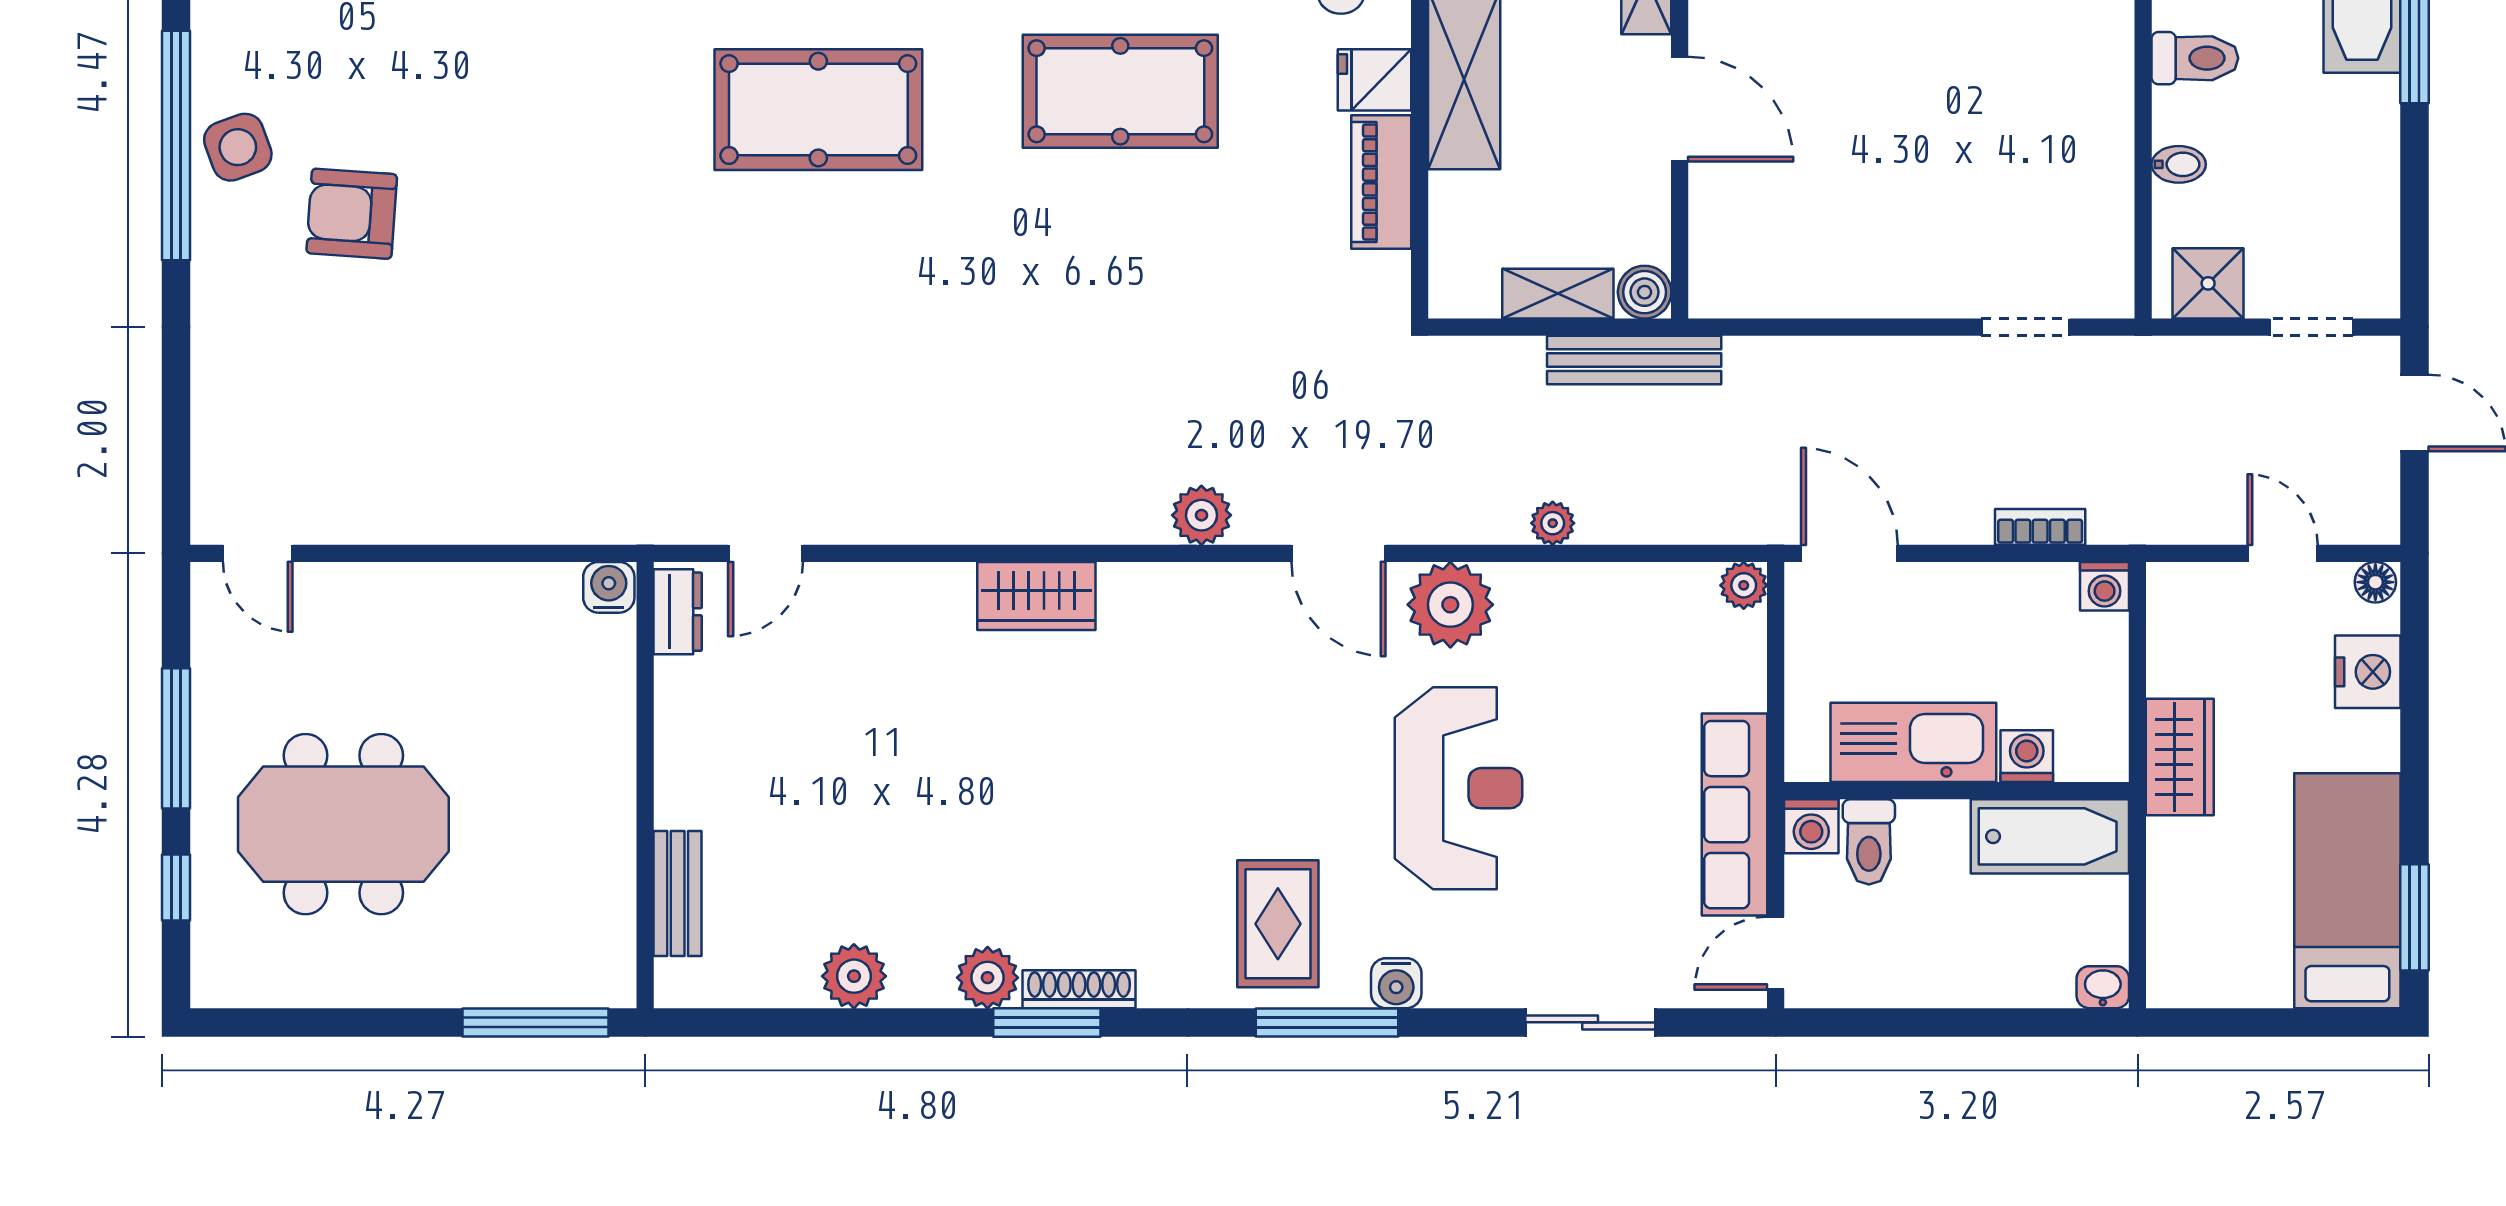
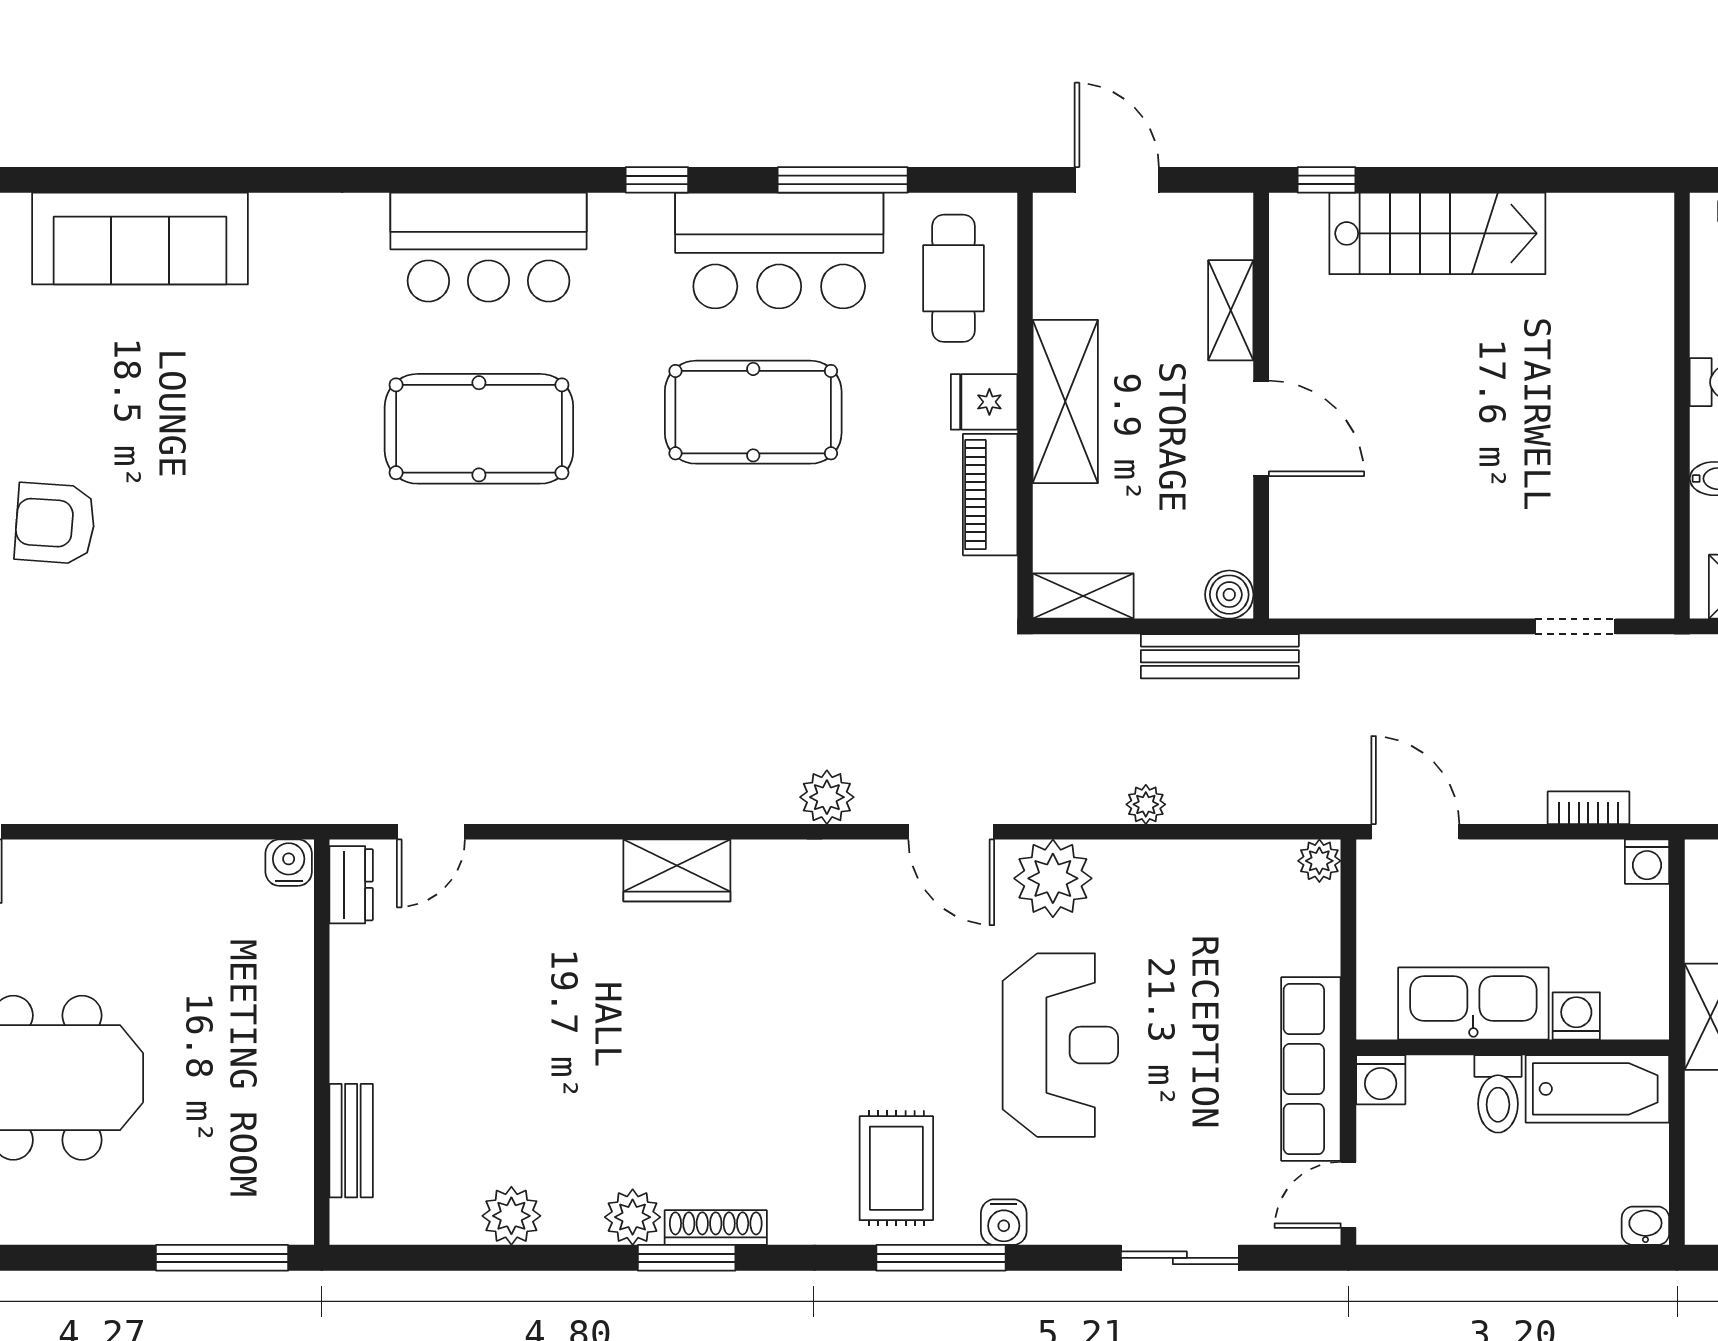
shelving: (1558, 294) -> (1083, 596), moved
toilet: (1869, 842) -> (1498, 1094), moved

